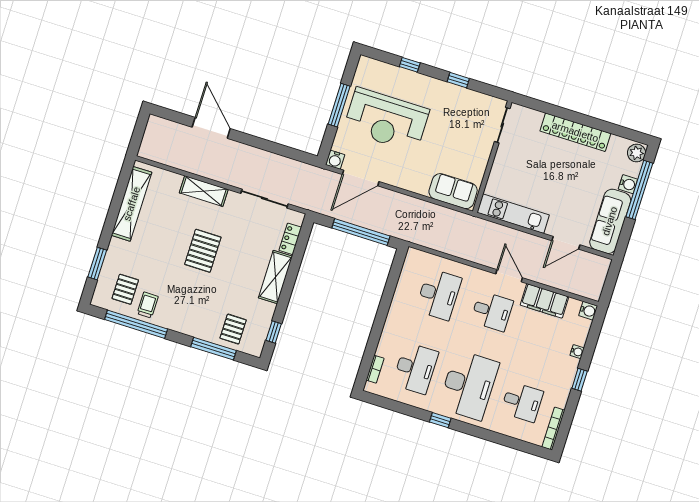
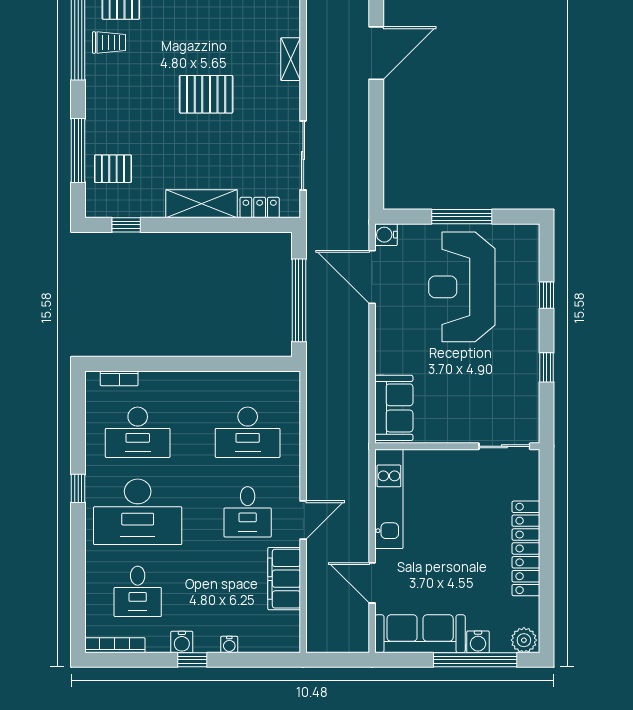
shelving: (204, 191) -> (291, 59), width x0.67, depth x0.75
water cooler: (588, 311) -> (182, 642), moved

